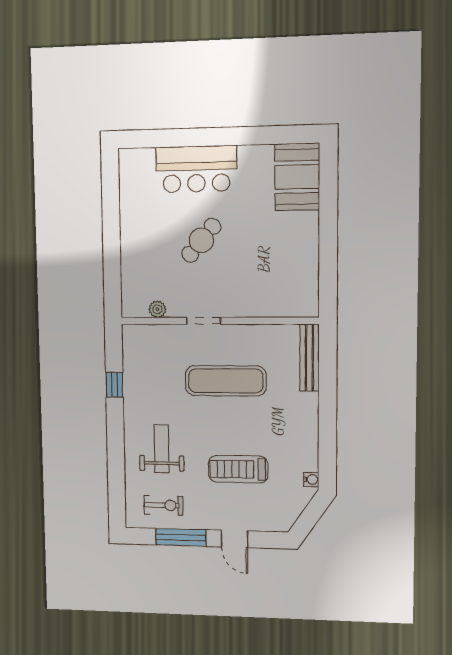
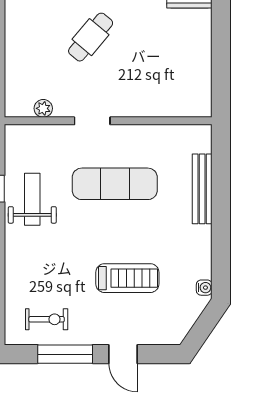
bench: (309, 358) -> (202, 189), moved
weight bench: (162, 449) -> (32, 199), moved
treadmill: (238, 469) -> (127, 278), turned 180

